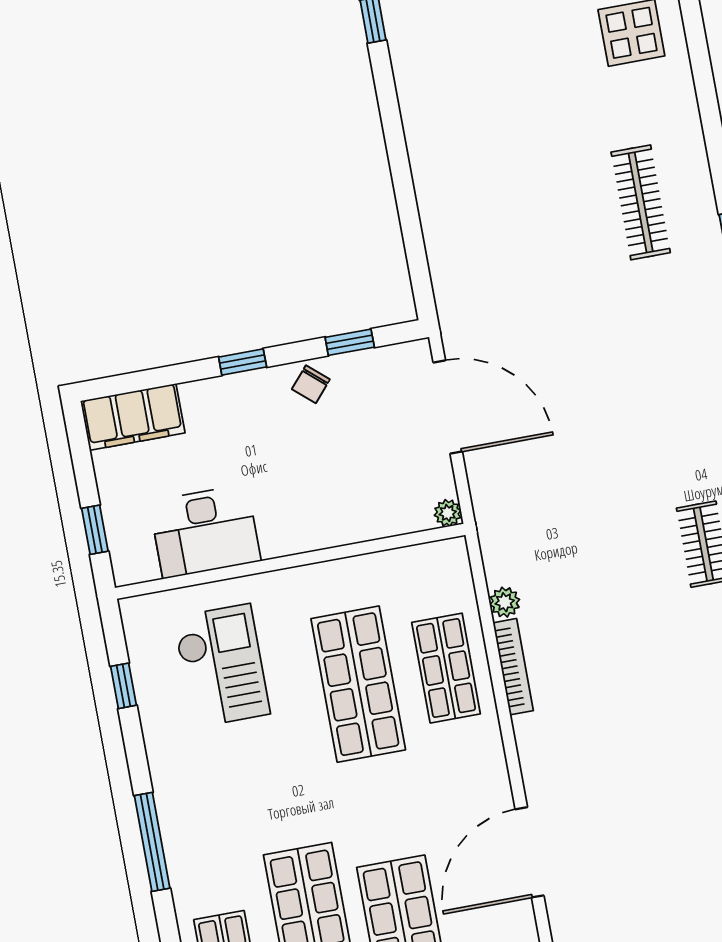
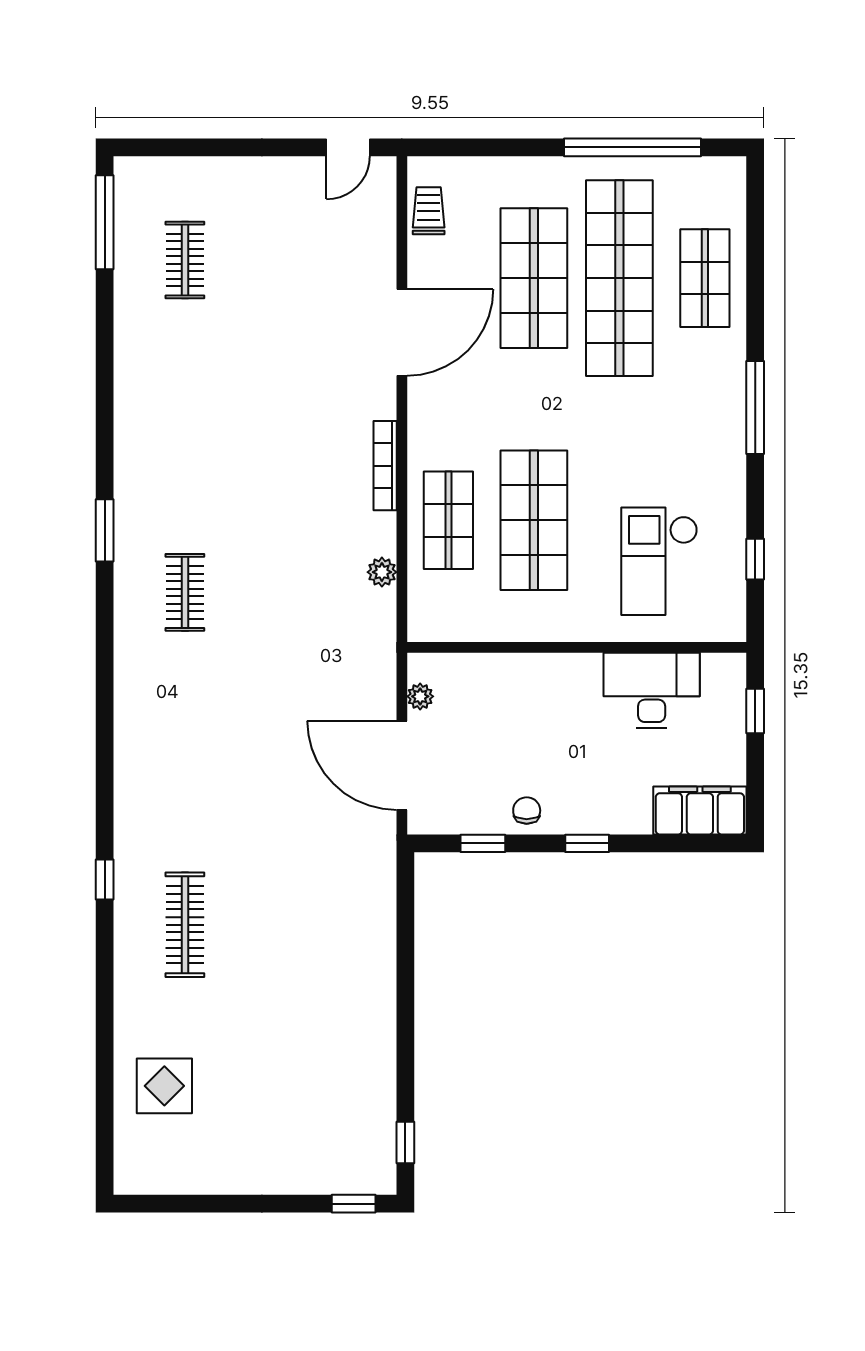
chair: (311, 384) -> (527, 811), turned -41
plant: (448, 513) -> (420, 696), moved
bookcase: (513, 667) -> (385, 466), moved

